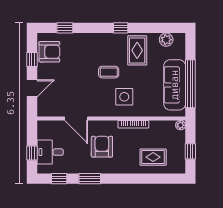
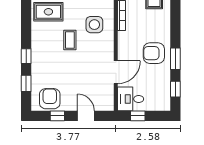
window: (121, 28) -> (26, 56), moved
armchair: (102, 147) -> (154, 53), moved
desk: (50, 152) -> (131, 99), moved, turned 90
window: (32, 153) -> (138, 116), moved

